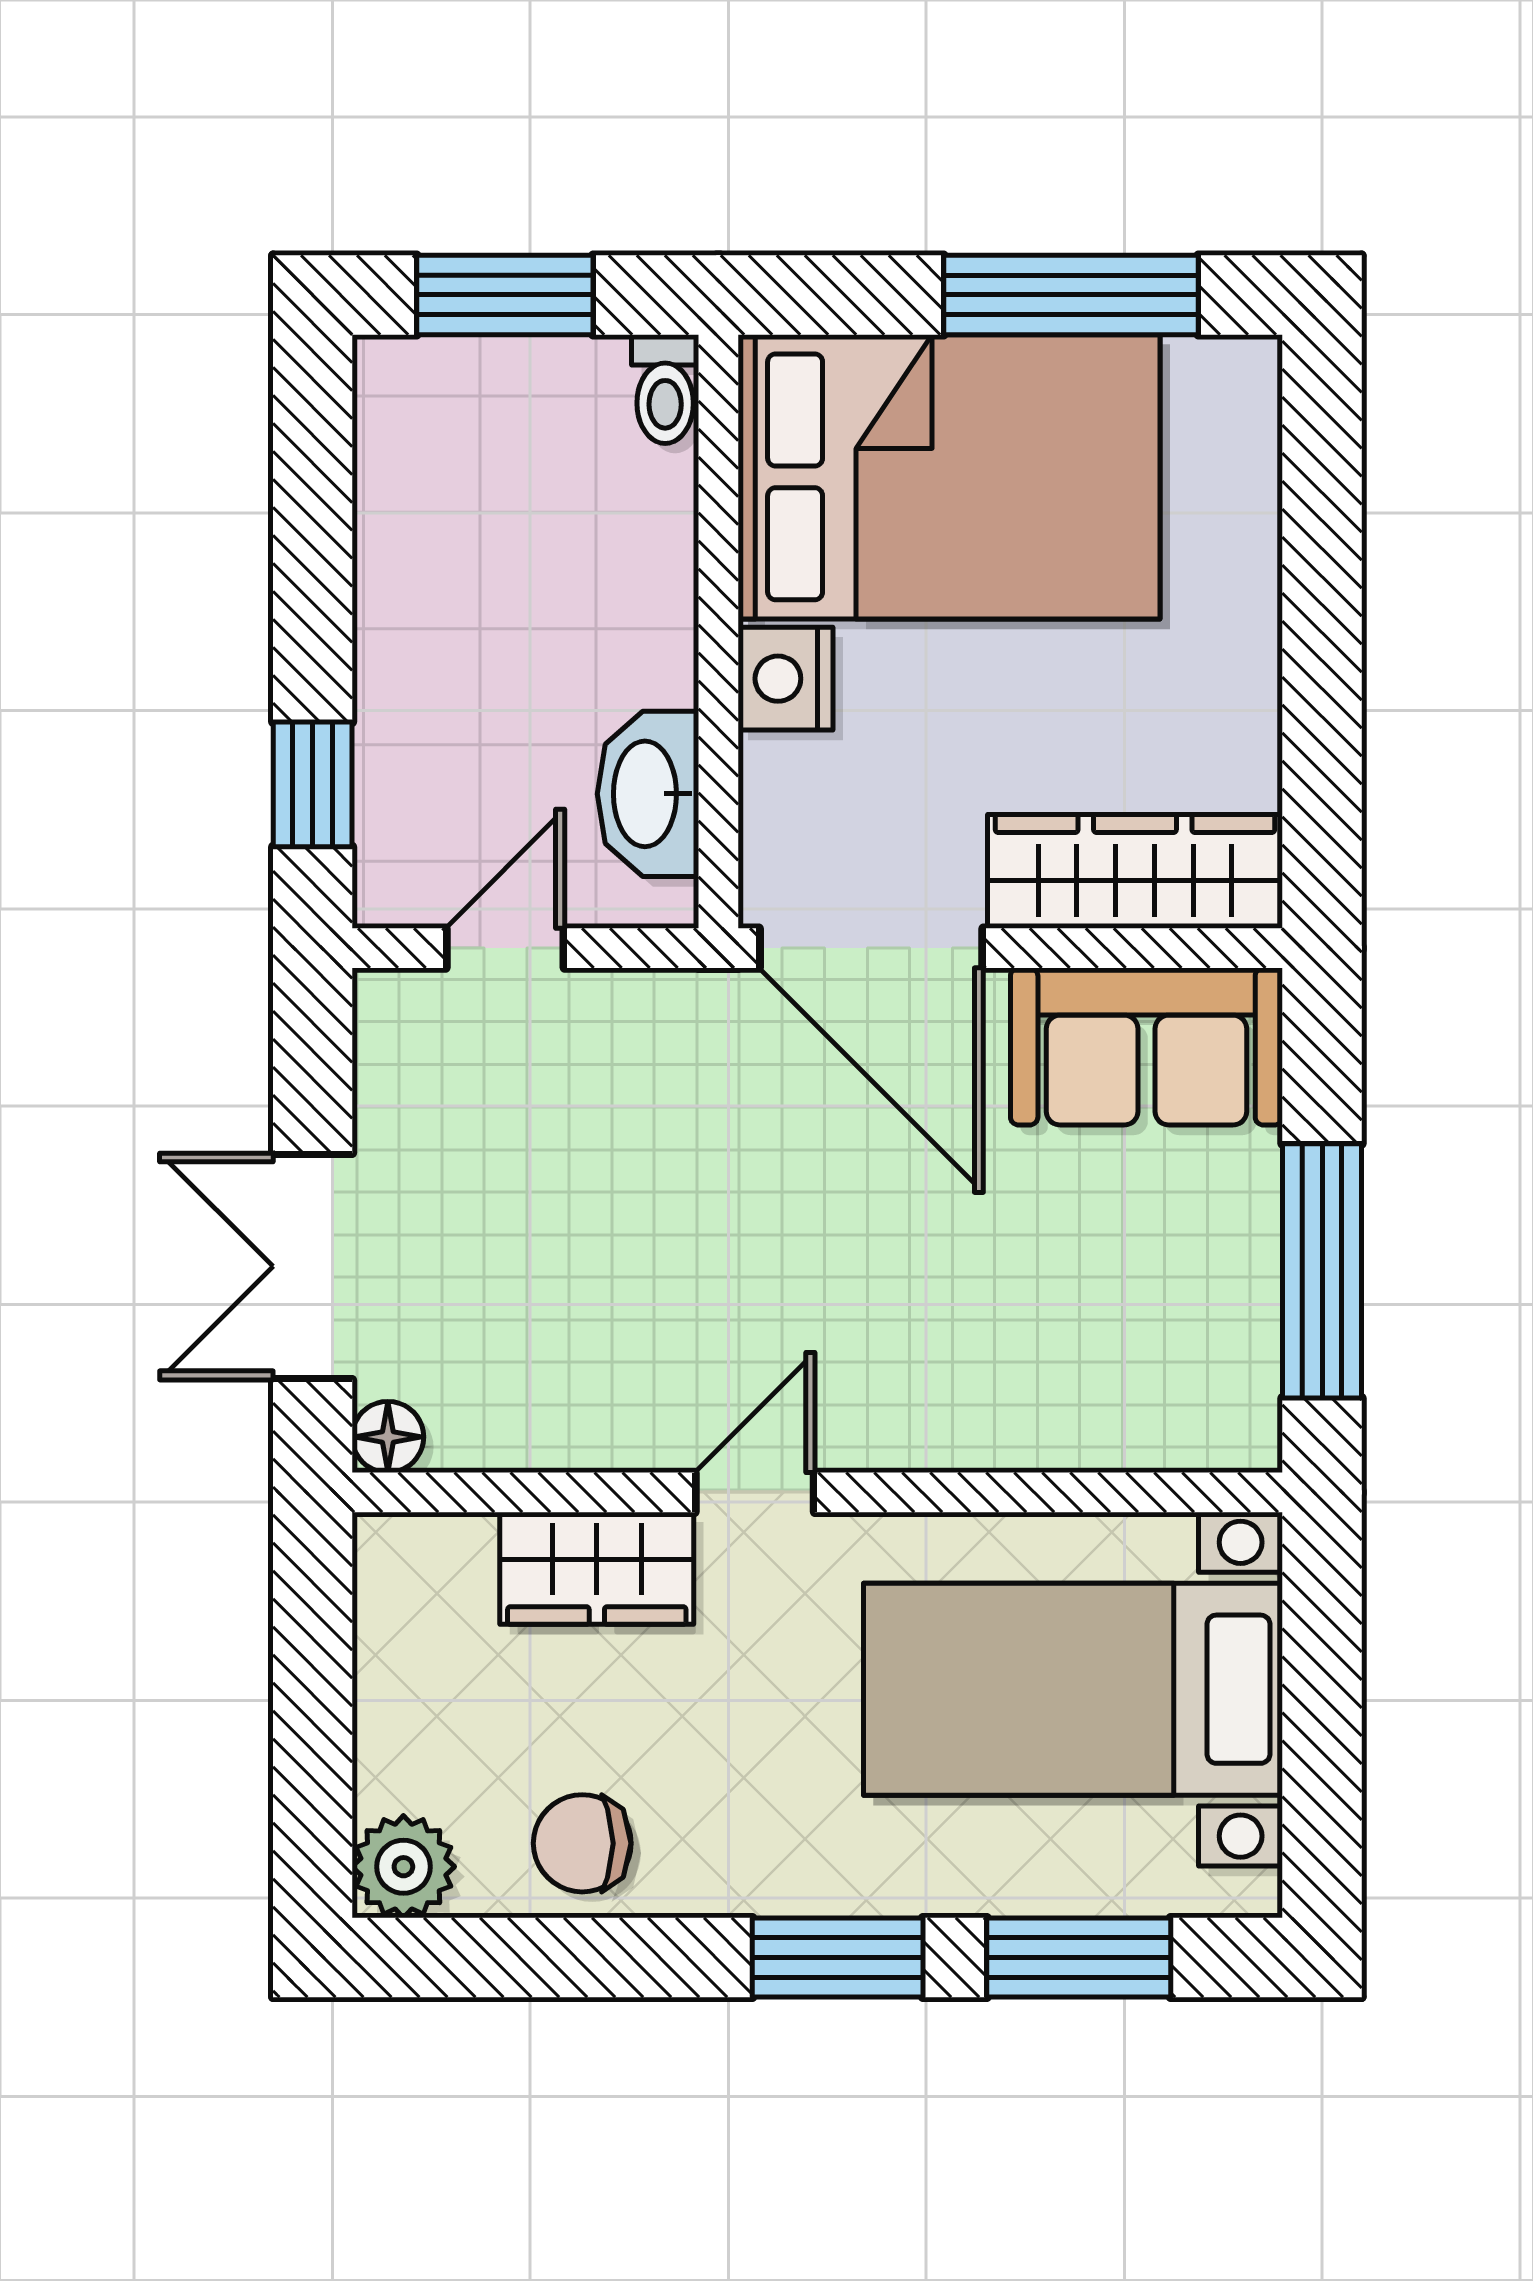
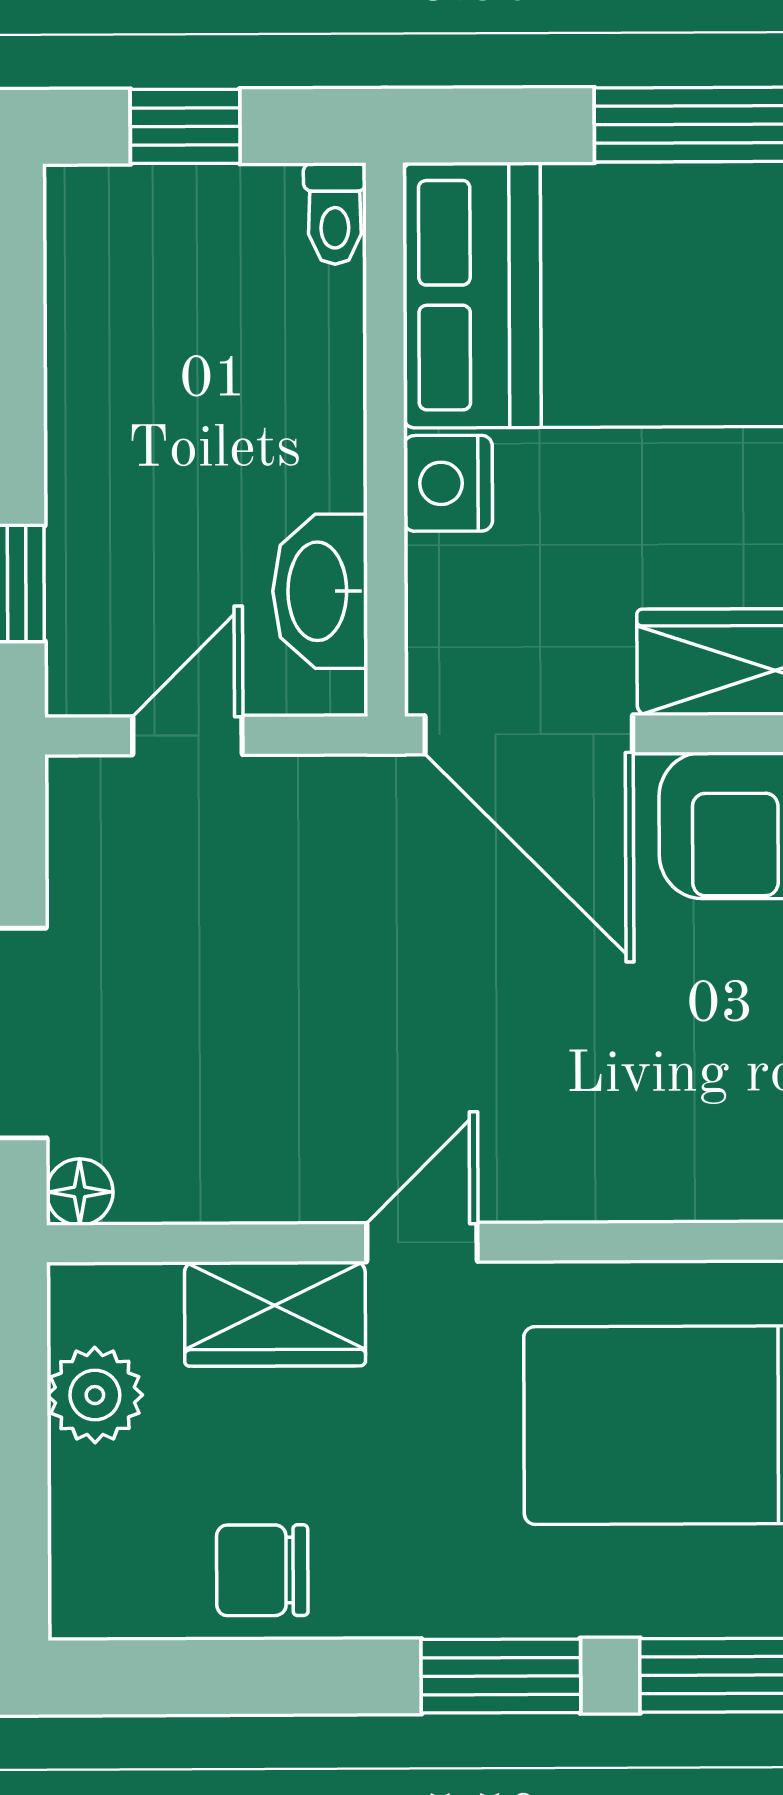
window: (505, 295) -> (185, 126), width x0.67
plant: (403, 1867) -> (95, 1395), moved

